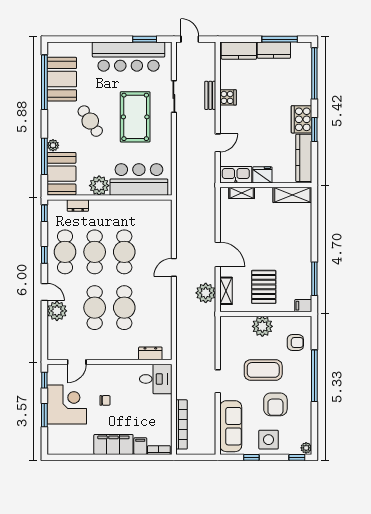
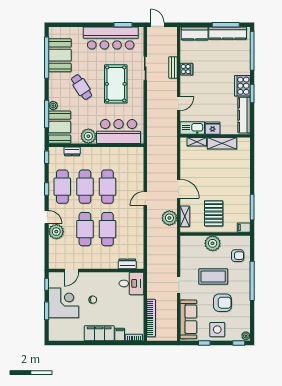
kitchen counter: (274, 50) -> (228, 33), width x1.50
shelving: (292, 195) -> (222, 143), moved
armchair: (275, 404) -> (222, 303), turned -90

